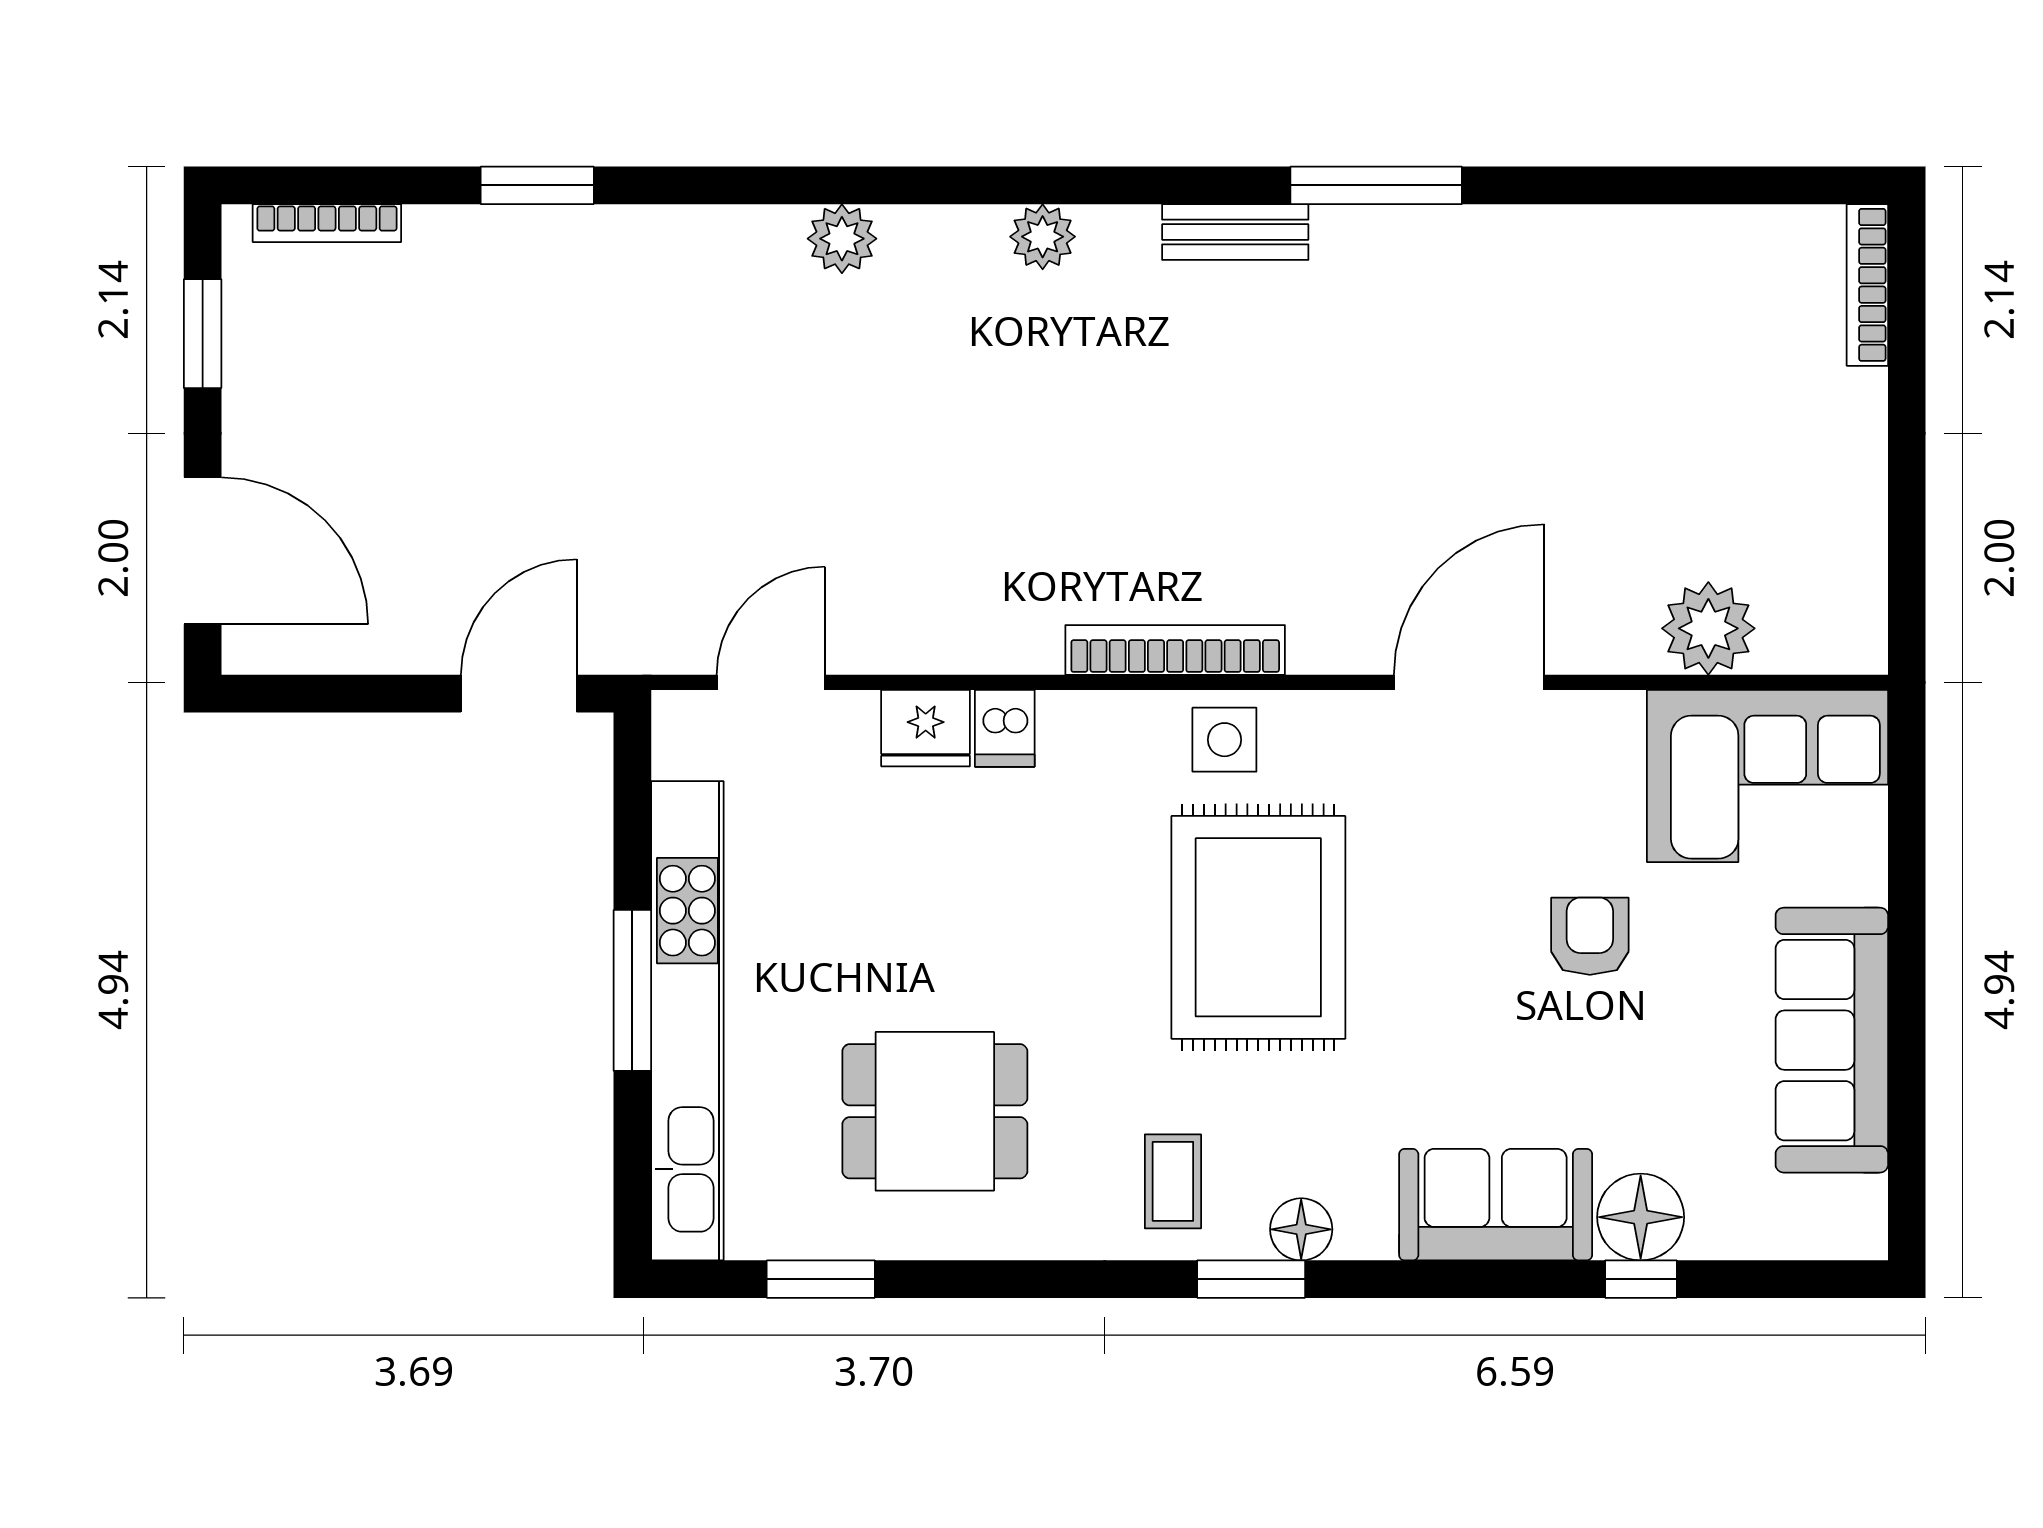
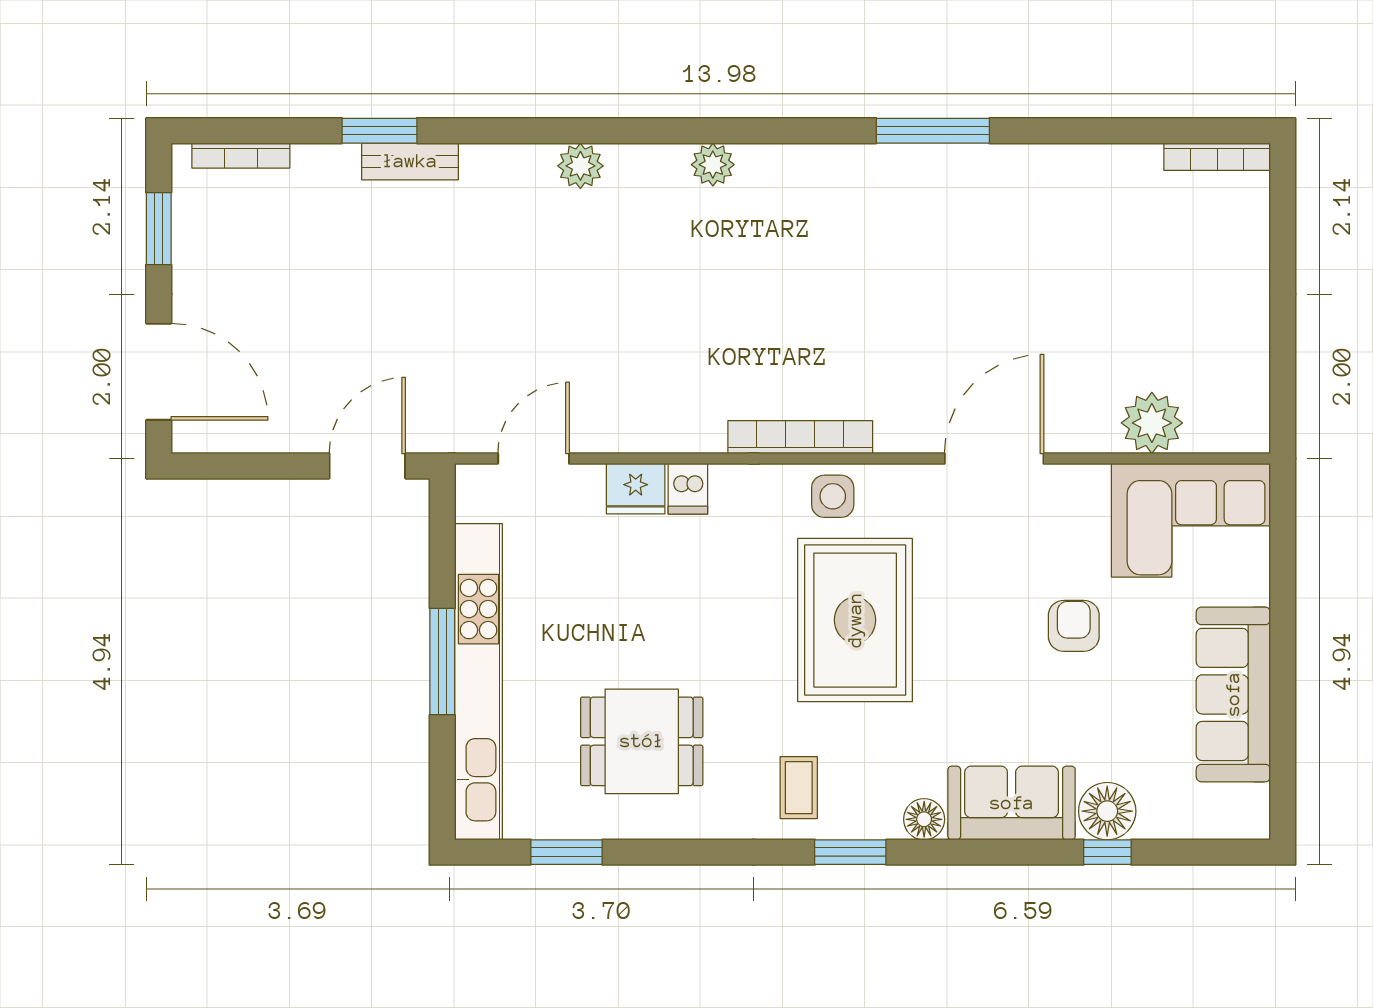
bench: (1235, 232) -> (410, 161), moved
bookcase: (1867, 285) -> (1217, 157), moved, turned -90
floor lamp: (1301, 1229) -> (924, 819), moved

